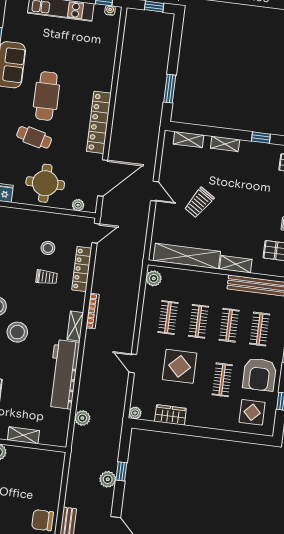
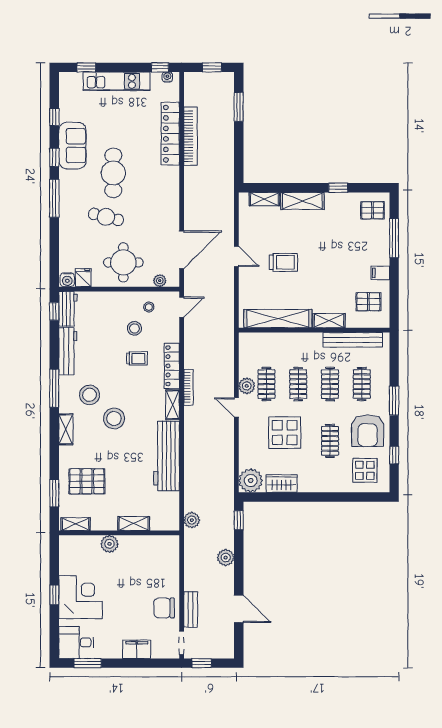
bookcase: (125, 70) -> (190, 136), added
window: (170, 89) -> (239, 107), moved
locker: (99, 122) -> (170, 134), moved
shelving: (225, 144) -> (302, 201), width x1.50, depth x1.33
trolley: (199, 203) -> (283, 262), turned -123
stool: (64, 229) -> (149, 307), added
locker: (82, 269) -> (172, 366), moved
plant: (154, 278) -> (247, 386), moved
door: (133, 363) -> (236, 407), moved
plant: (135, 413) -> (251, 481), width x1.88, depth x1.88
plant: (82, 418) -> (192, 520), moved
window: (121, 471) -> (239, 520), moved

